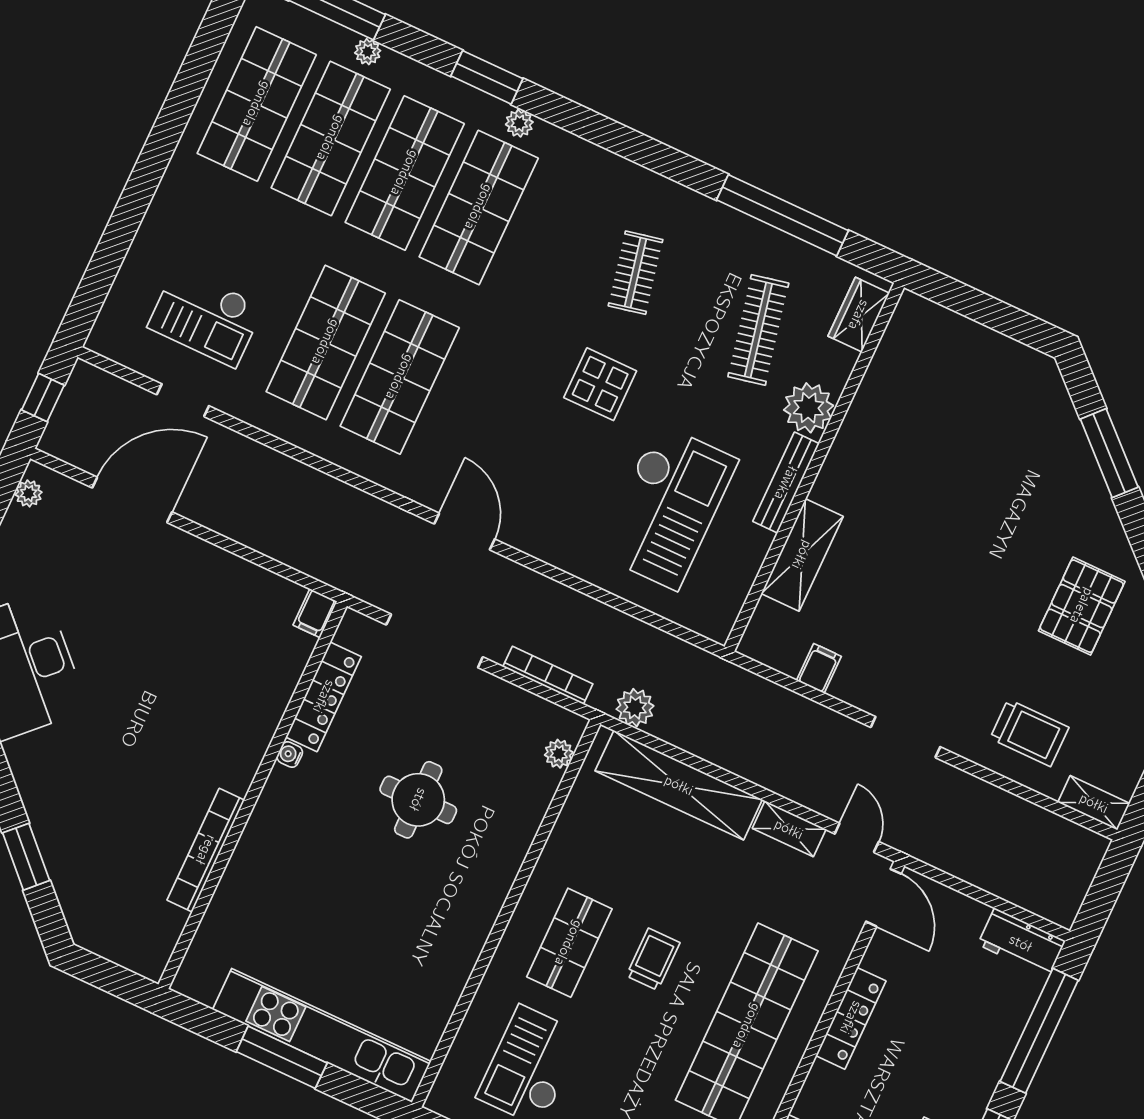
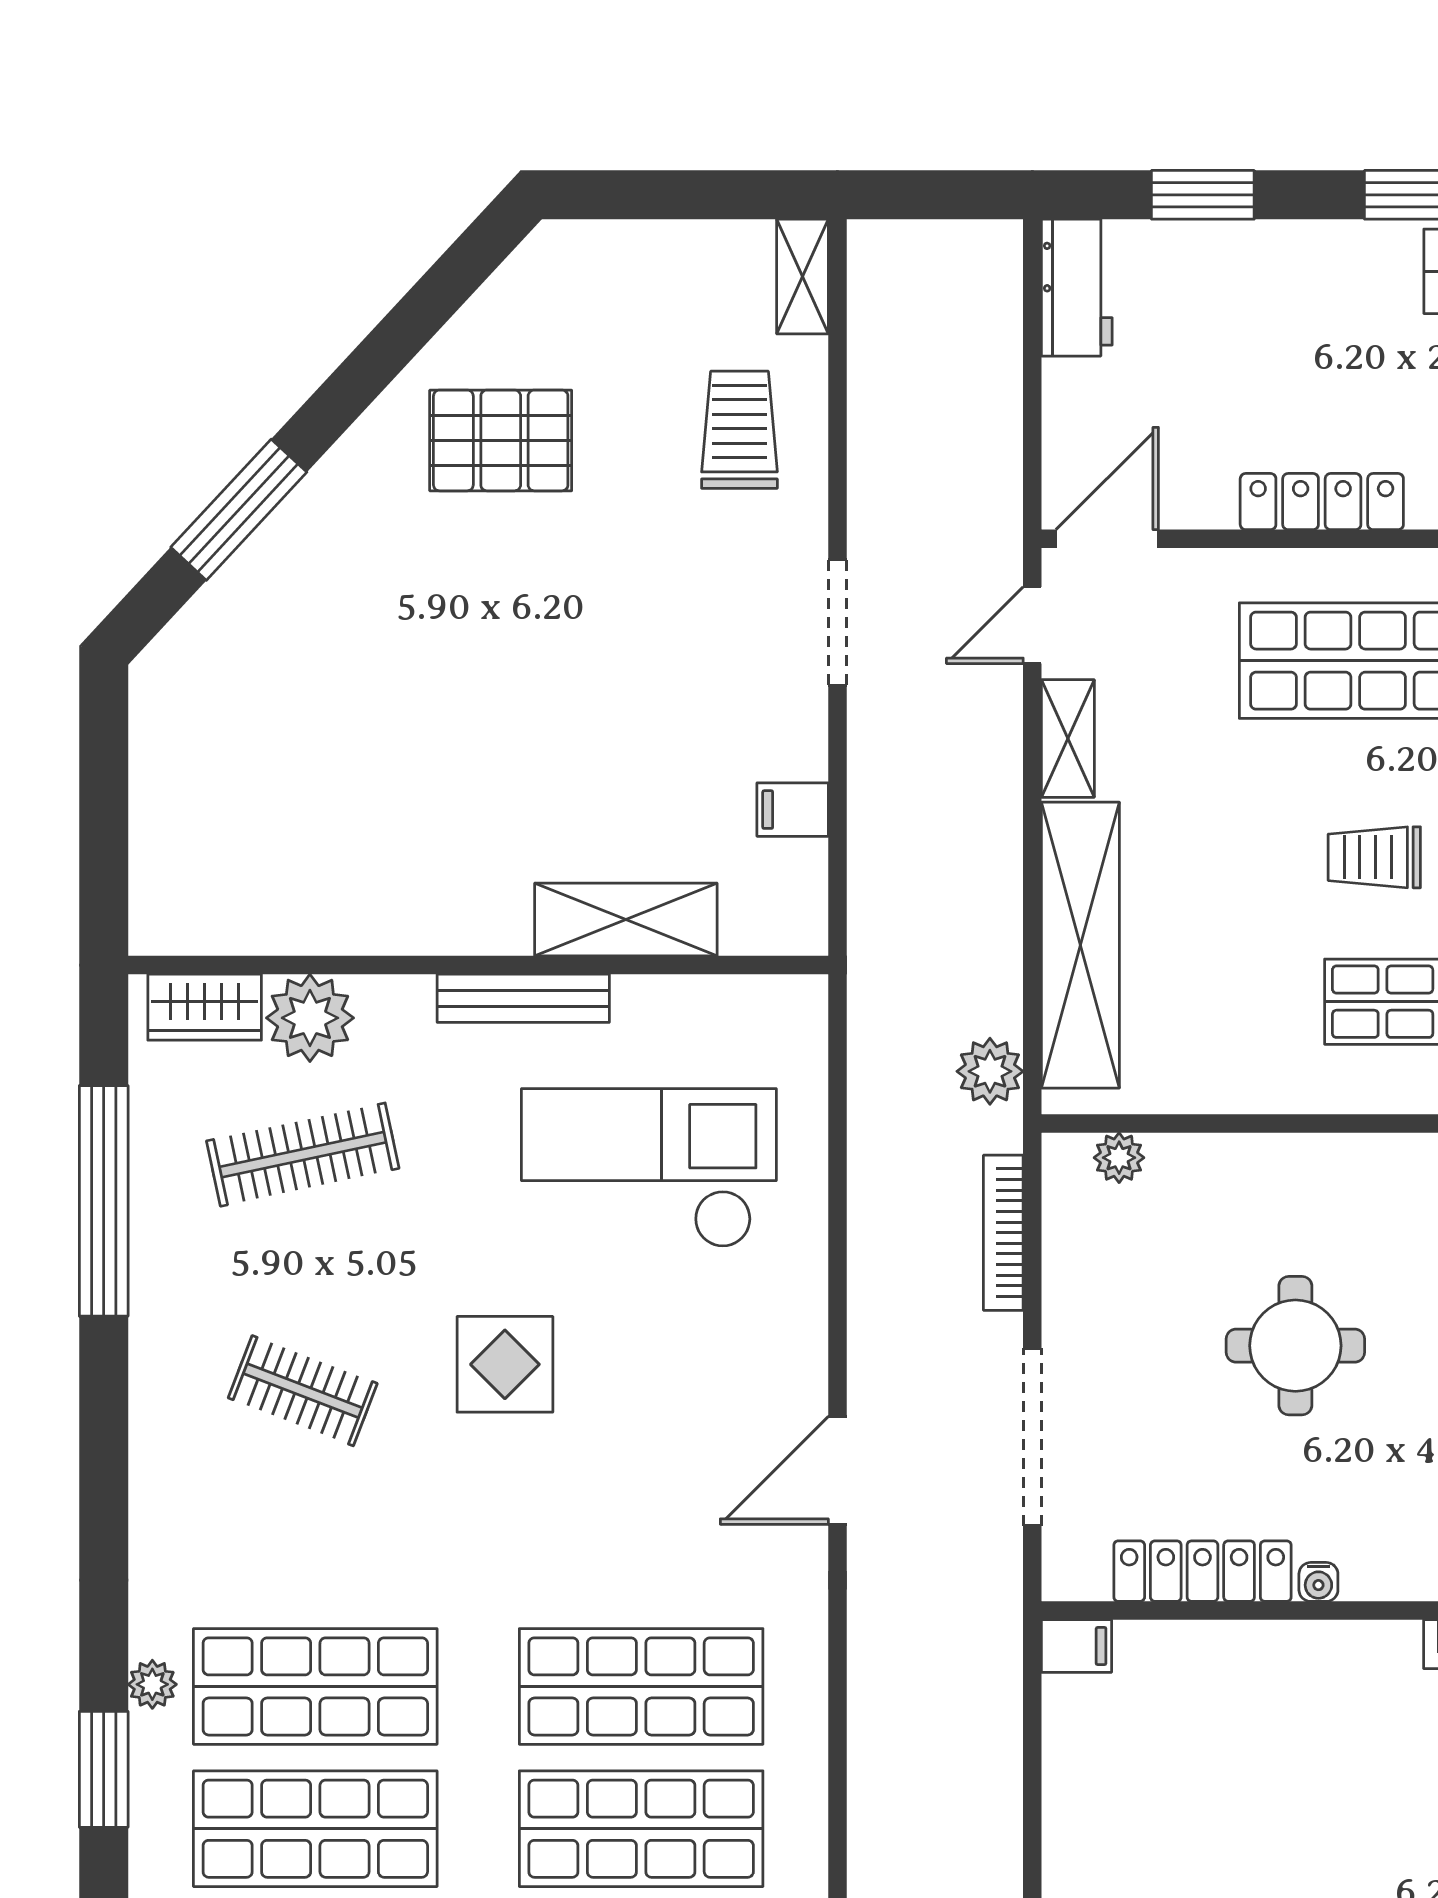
clothes rail: (636, 273) -> (303, 1391), turned 33
plant: (809, 408) -> (310, 1018), moved
window: (1039, 1031) -> (1203, 195), width x0.47

